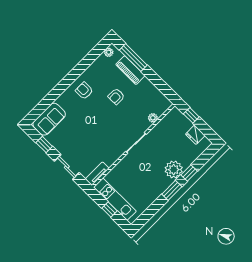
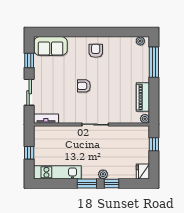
piano: (130, 70) -> (143, 97), moved
armchair: (116, 96) -> (84, 86), moved
plant: (153, 118) -> (145, 119), moved
fridge: (195, 135) -> (143, 171), moved
plant: (174, 170) -> (103, 174), width x0.53, depth x0.53
kitchen unit: (115, 199) -> (57, 172), moved, turned -90

